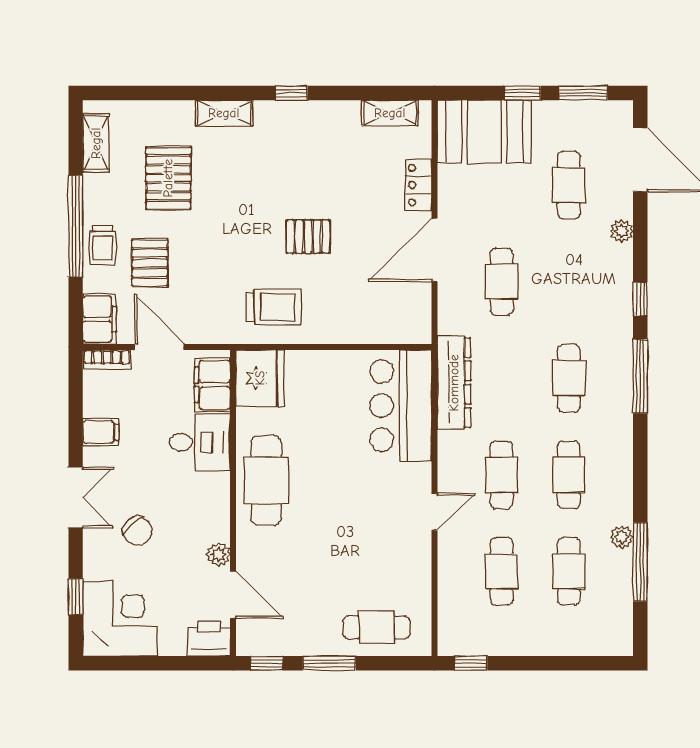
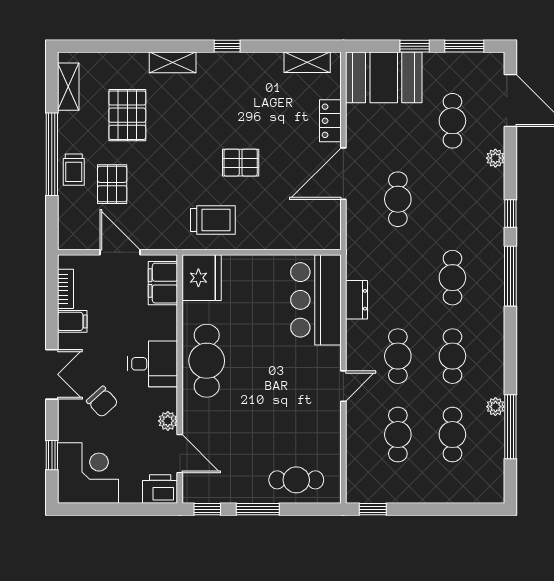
filing cabinet: (99, 319) -> (71, 230), removed
bookcase: (107, 360) -> (66, 289), moved, turned -90
dresser: (454, 383) -> (357, 300), width x0.51, depth x0.80
desk: (200, 442) -> (153, 364), moved

